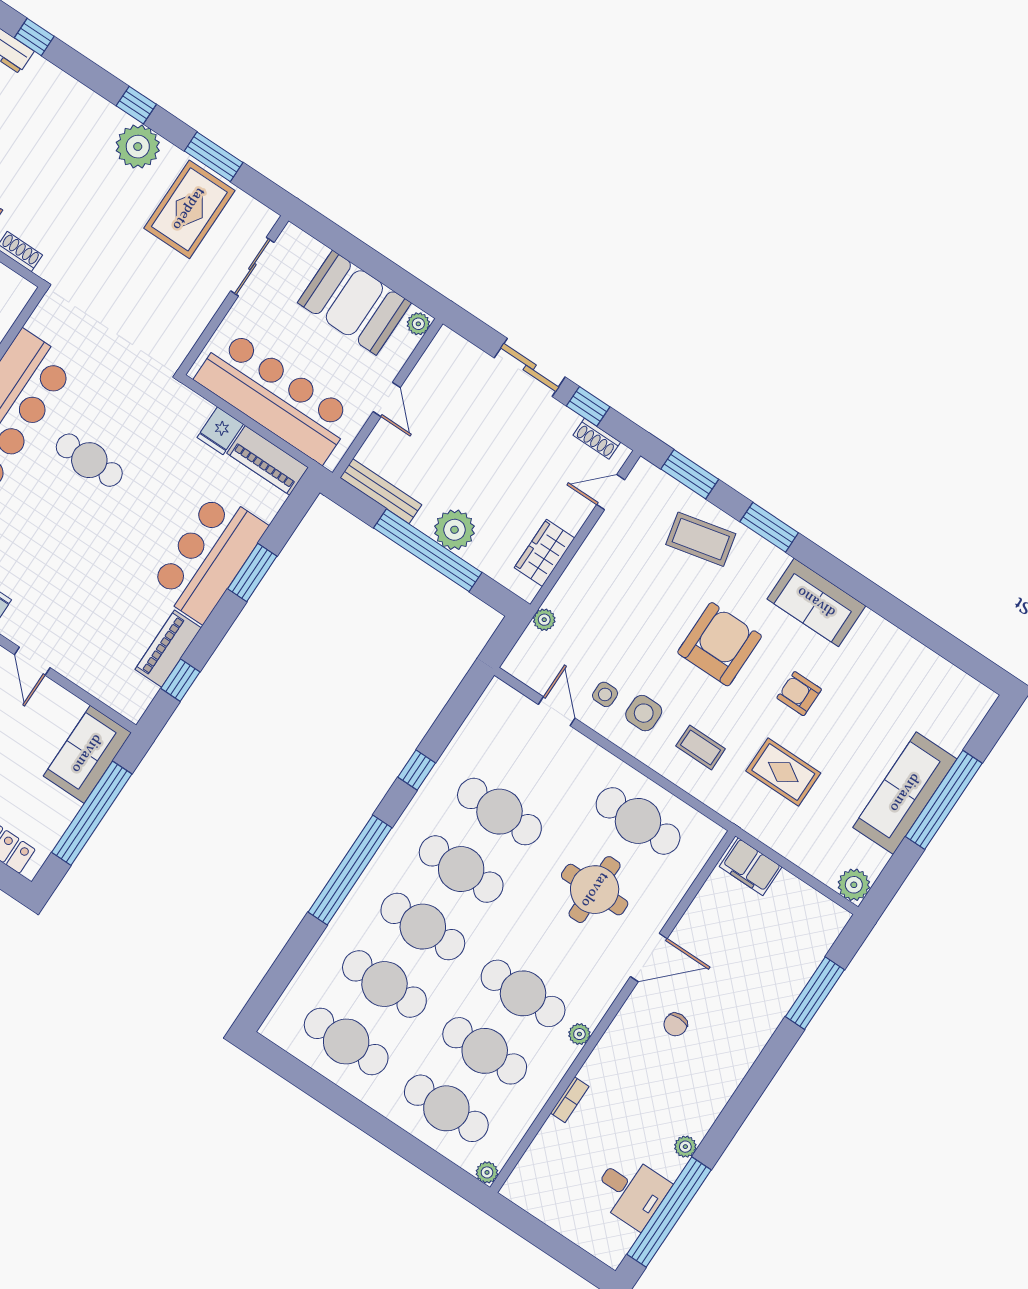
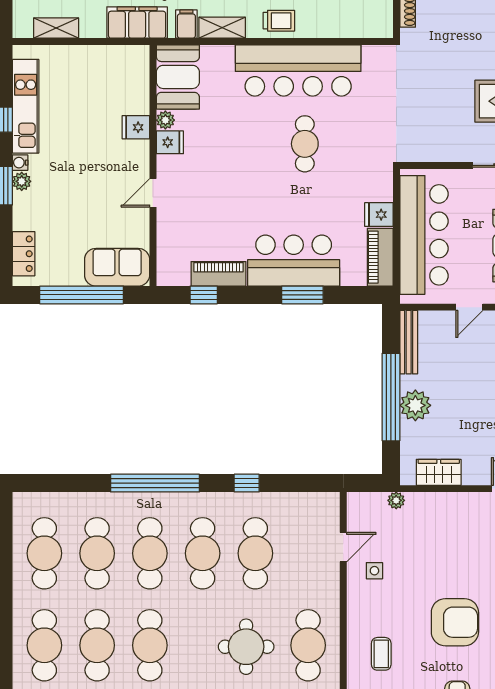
side table: (644, 713) -> (379, 603), removed

